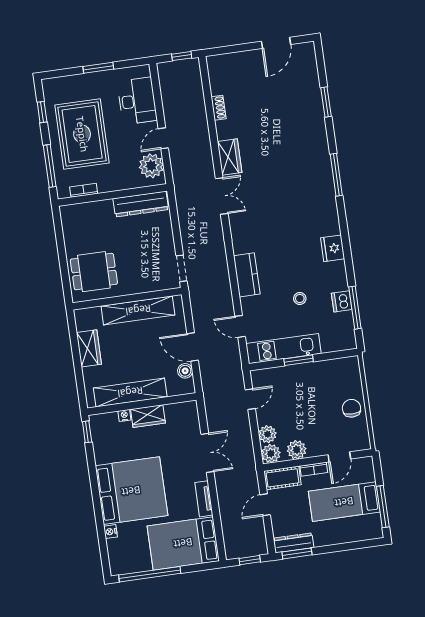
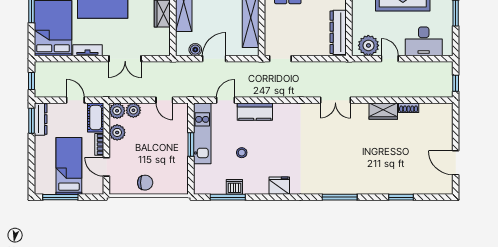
wardrobe: (230, 157) -> (383, 111), moved
kitchen counter: (247, 275) -> (255, 112), moved

